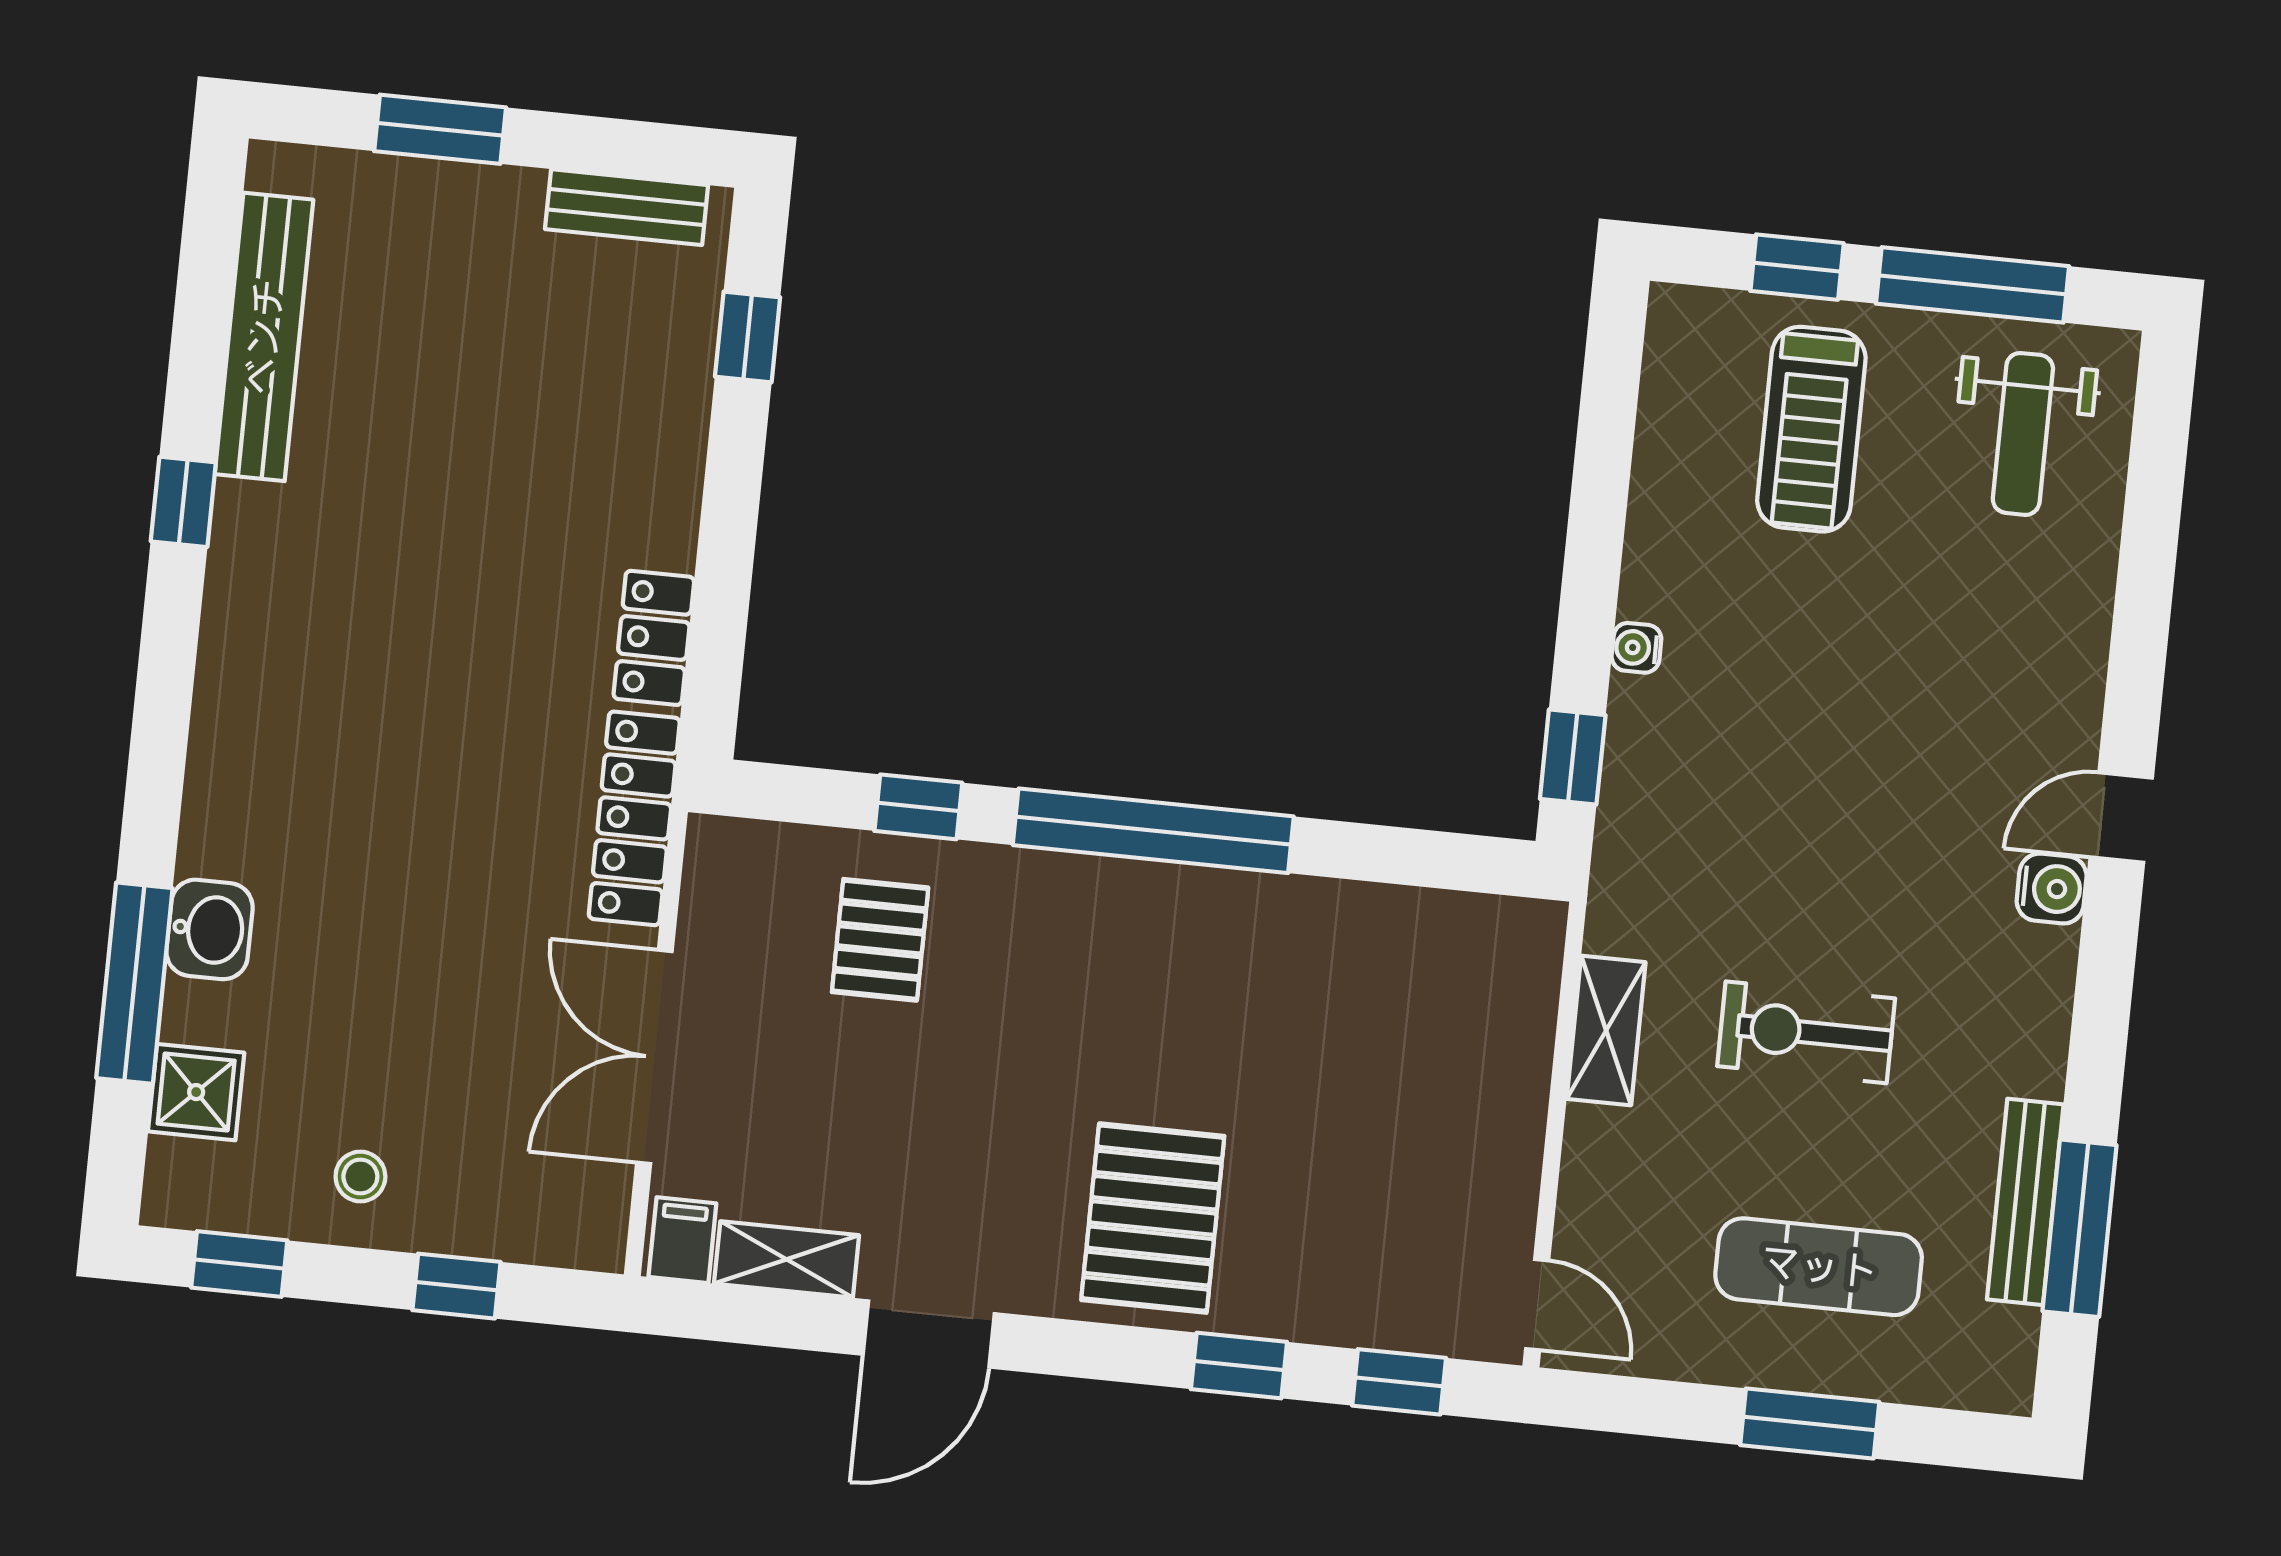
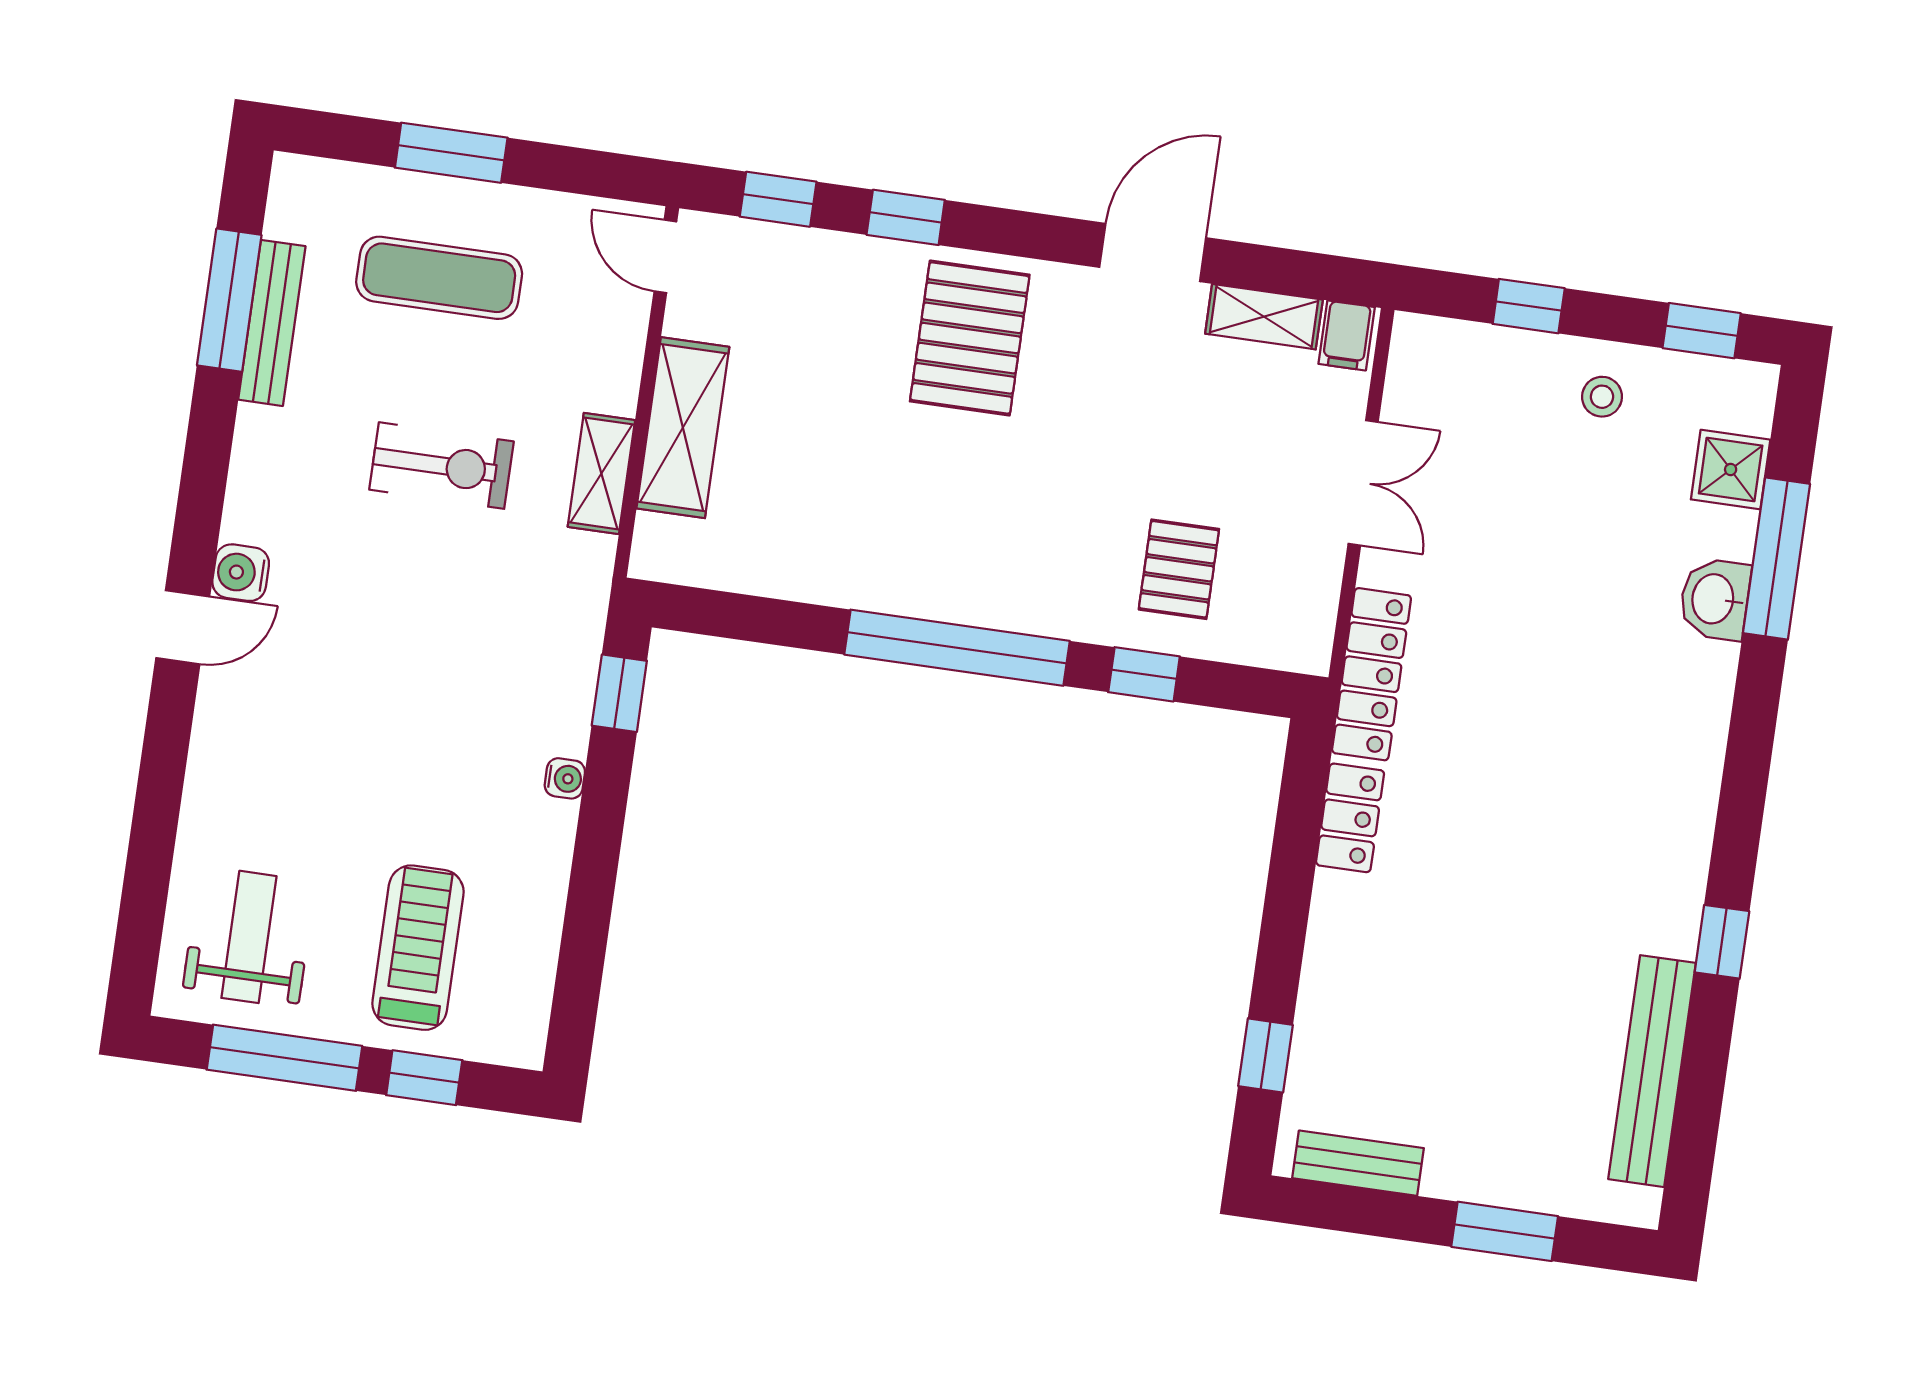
double door: (654, 1057) -> (1363, 483), width x0.73
shelving: (1507, 1092) -> (683, 428), added

